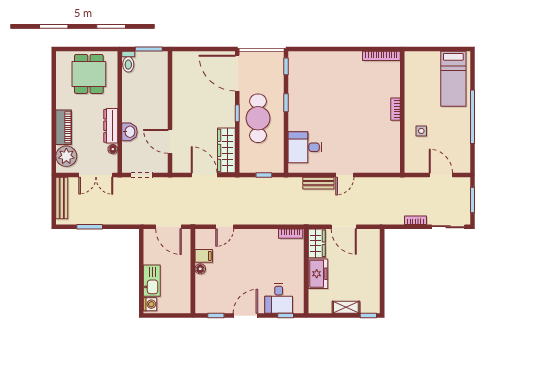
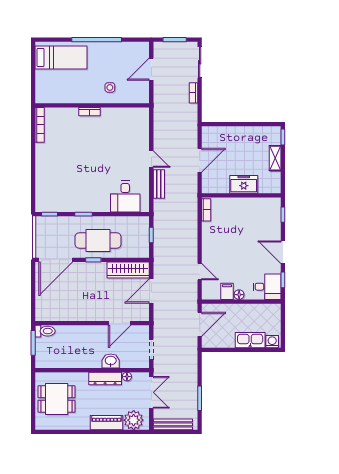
toilet: (128, 62) -> (45, 331), moved
wardrobe: (317, 243) -> (215, 186), removed
desk: (279, 299) -> (267, 287), moved

